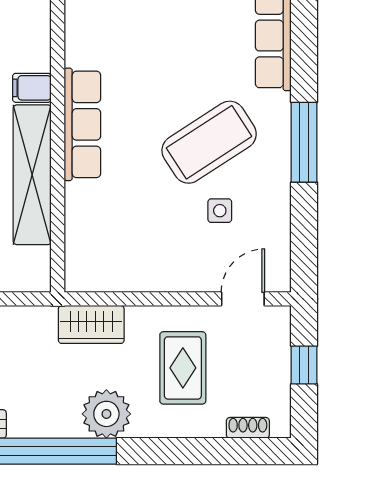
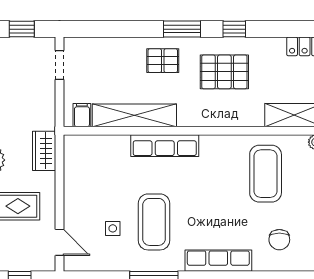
filing cabinet: (32, 88) -> (82, 115), moved
coffee table: (209, 142) -> (154, 222), turned 33

